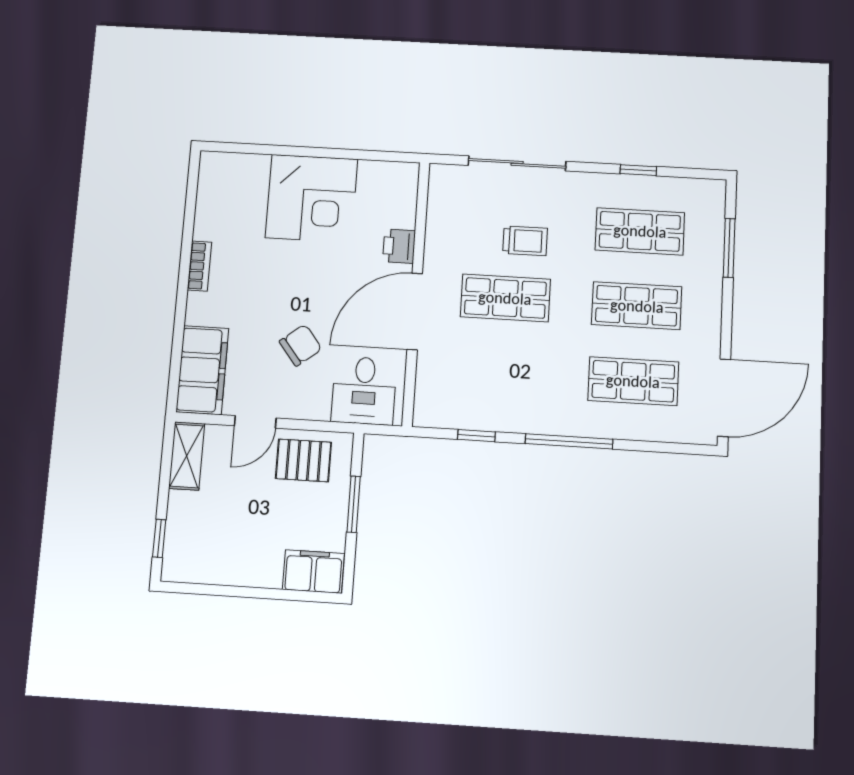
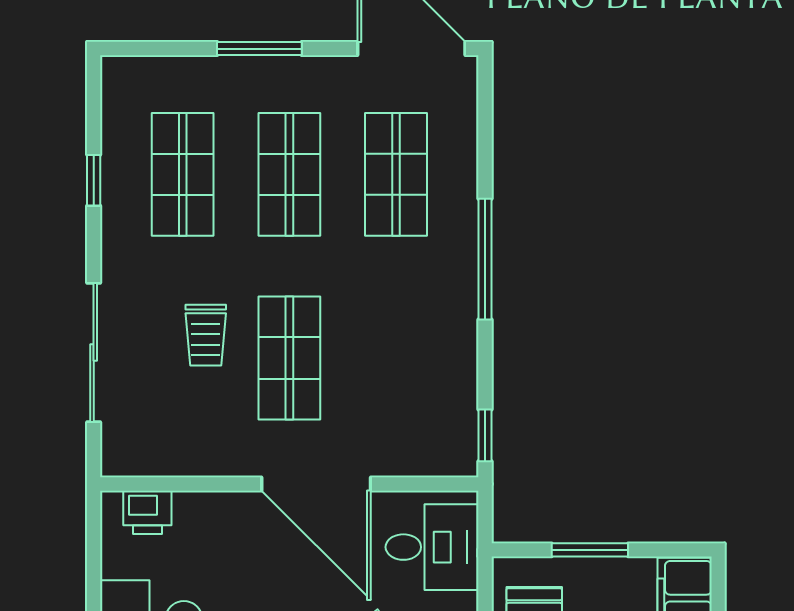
trolley: (525, 241) -> (206, 335), turned 180
printer: (399, 246) -> (147, 512), moved
window: (729, 248) -> (259, 49), moved
window: (476, 436) -> (485, 435), moved

